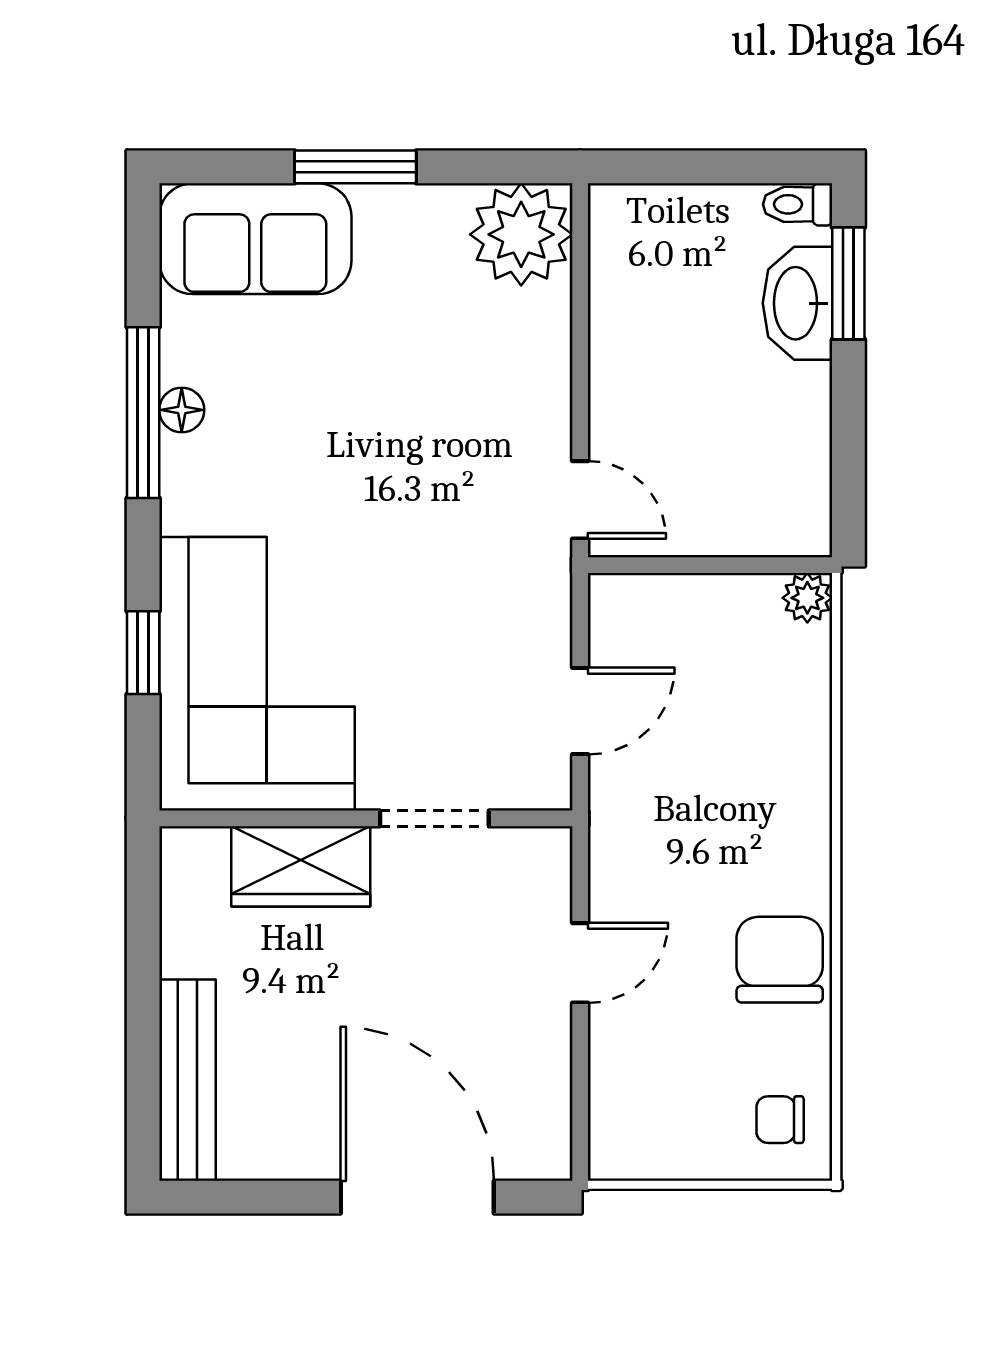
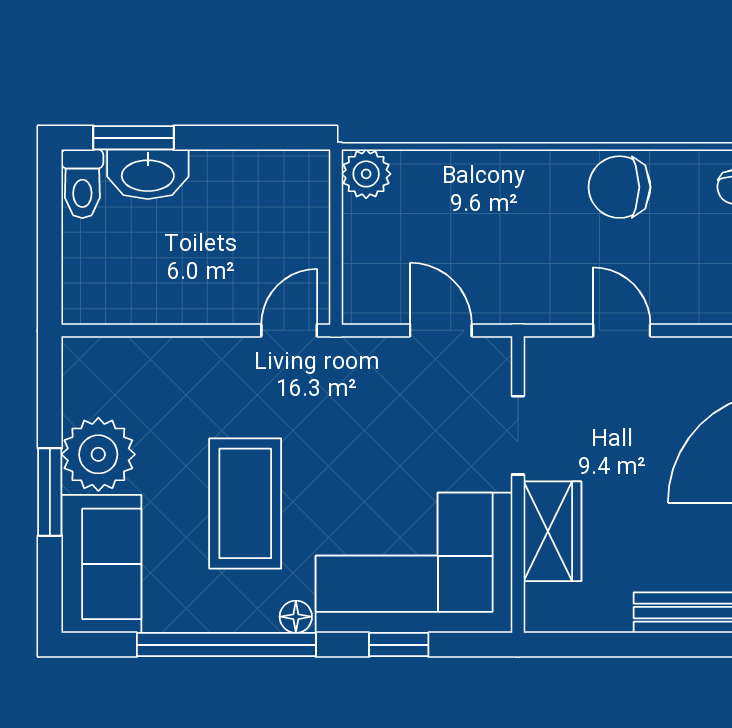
toilet: (798, 204) -> (82, 184), width x1.37, depth x1.39
plant: (521, 234) -> (98, 454), moved
floor lamp: (182, 410) -> (296, 617), moved
window: (143, 413) -> (226, 645), width x1.46
coffee table: (339, 439) -> (245, 503), added
plant: (807, 598) -> (366, 174), width x1.38, depth x1.38

